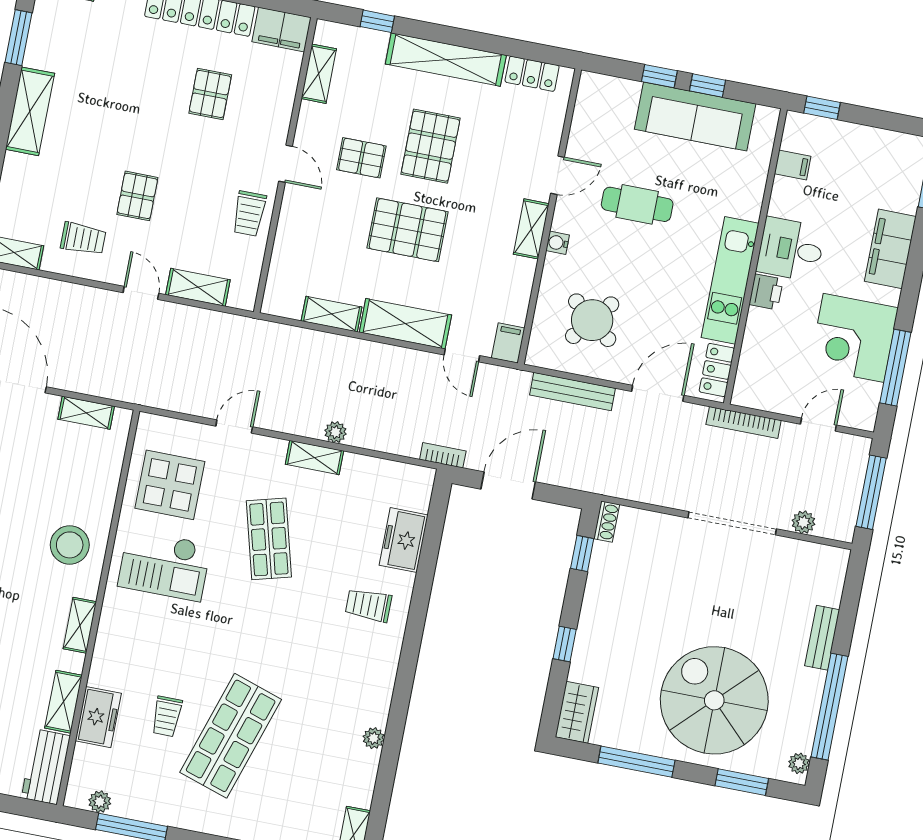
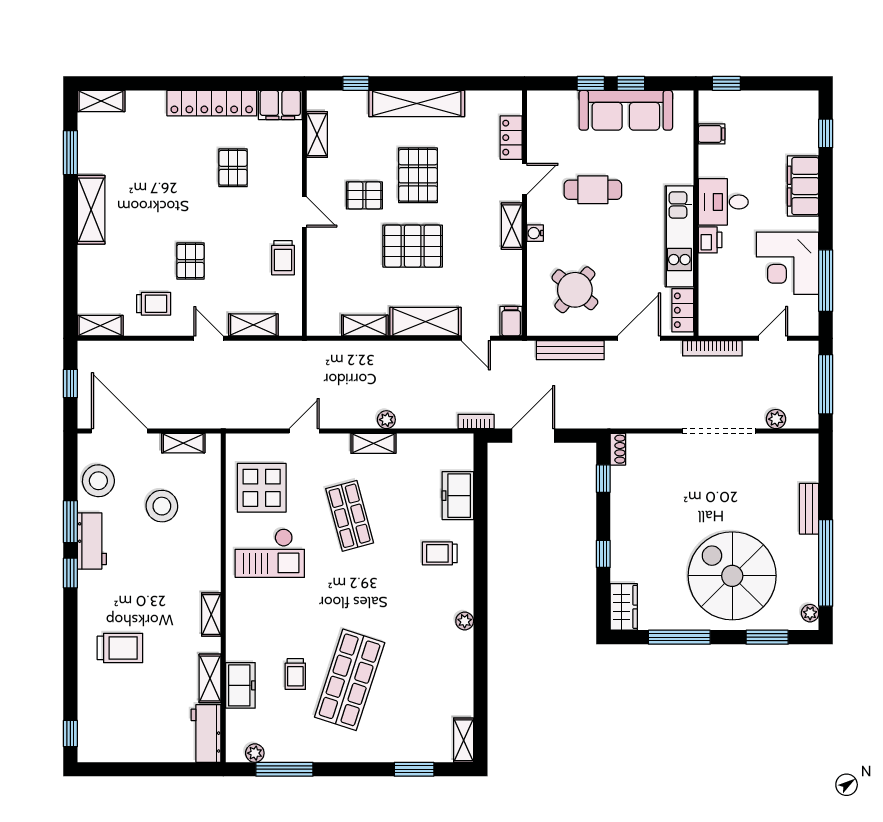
locker: (532, 74) -> (511, 138), moved, turned 90
stool: (70, 545) -> (162, 506), moved
plant: (374, 738) -> (465, 621), moved

